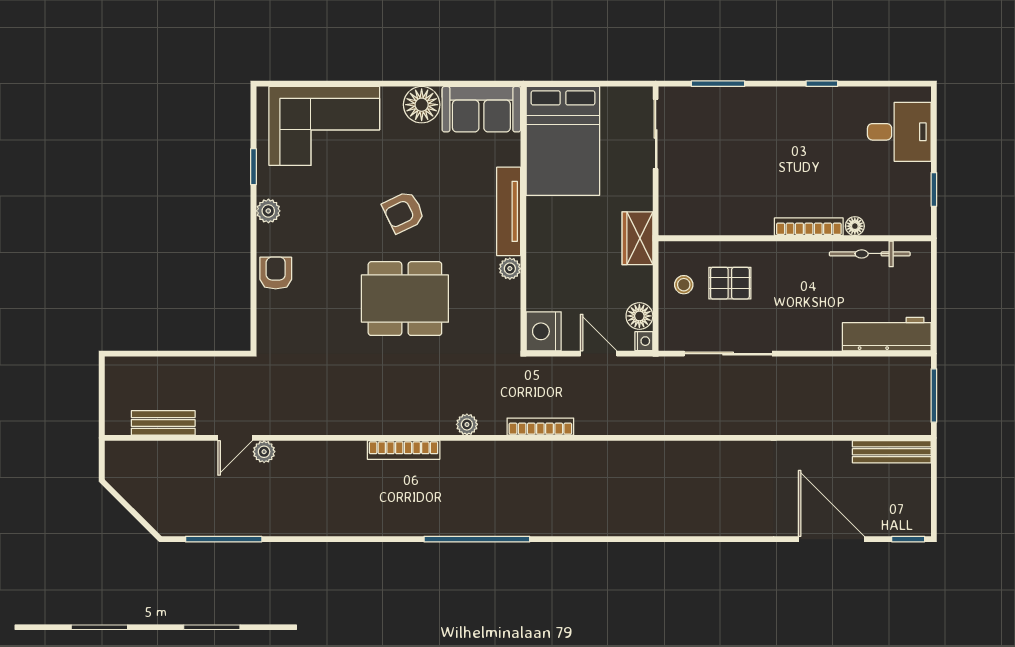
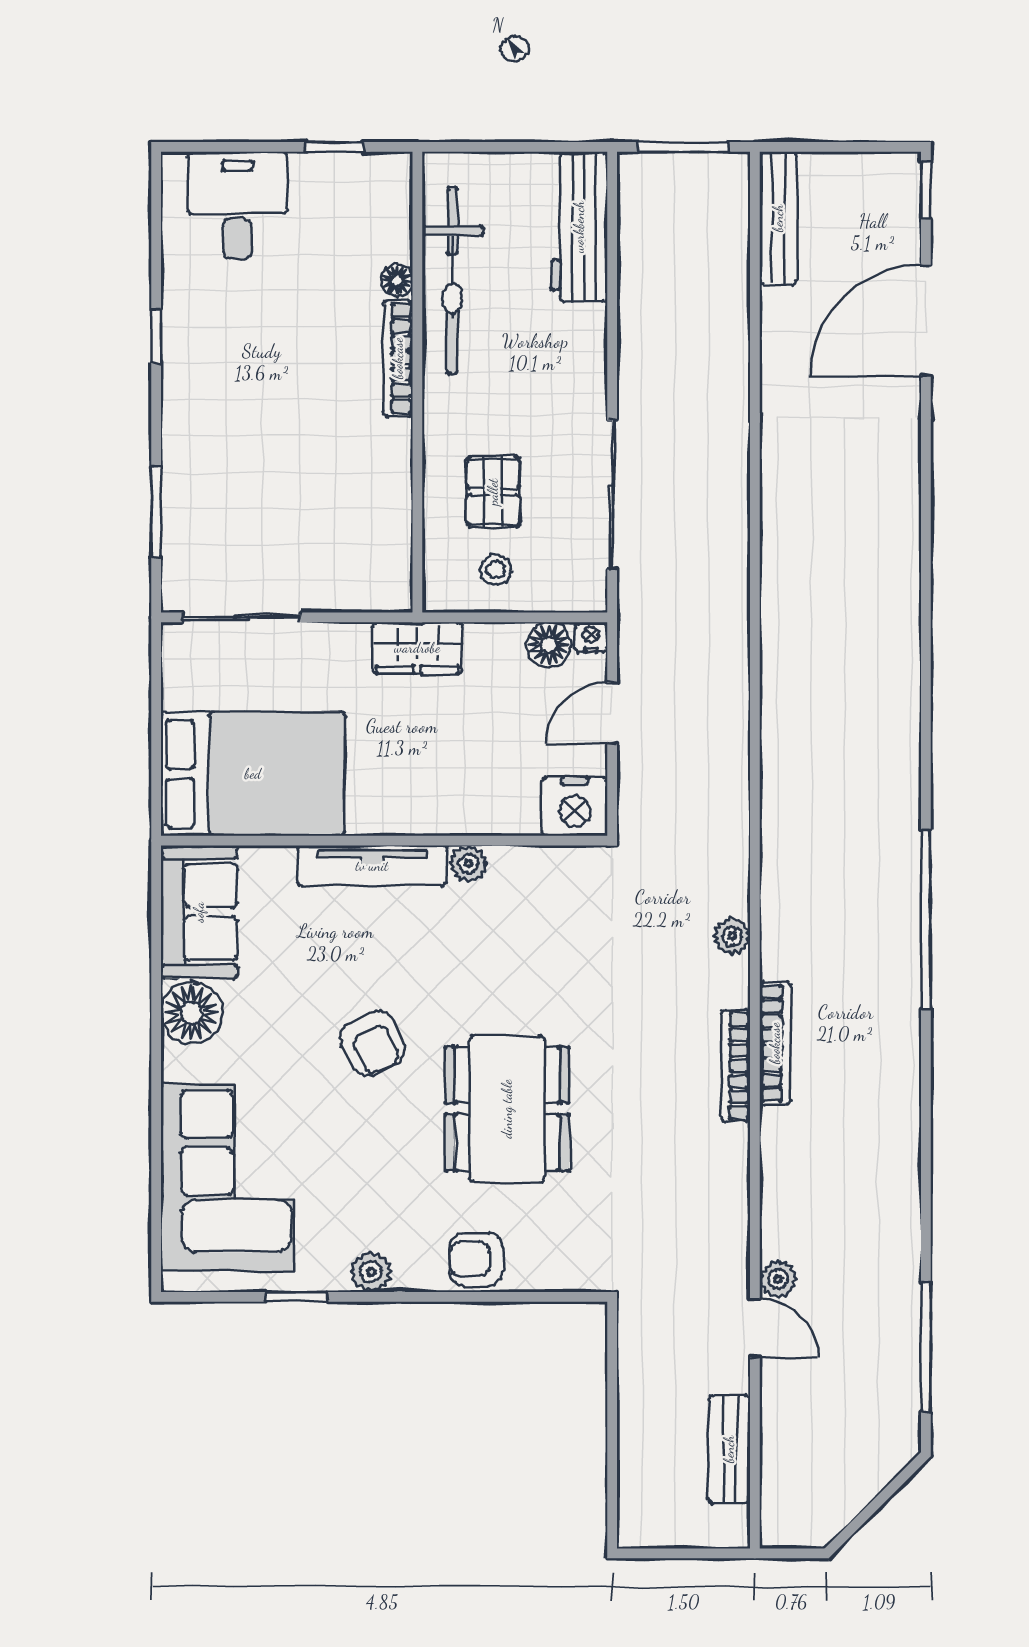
bicycle: (870, 254) -> (452, 280), width x1.37, depth x1.40
dining table: (405, 299) -> (507, 1109), moved
bookcase: (540, 427) -> (736, 1066), moved

